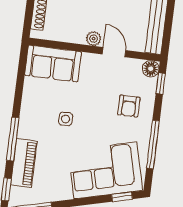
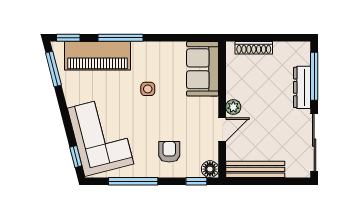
armchair: (129, 106) -> (169, 152), turned 90
piano: (24, 163) -> (97, 56), width x1.37, depth x1.33

